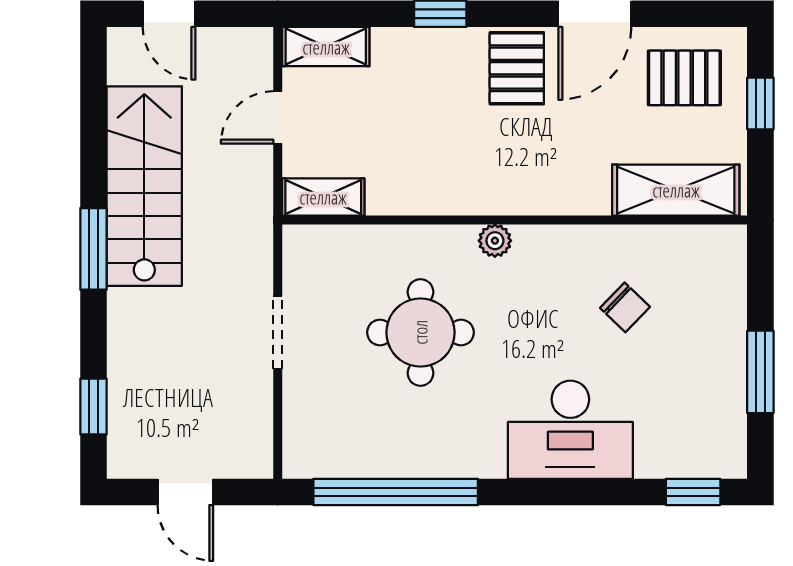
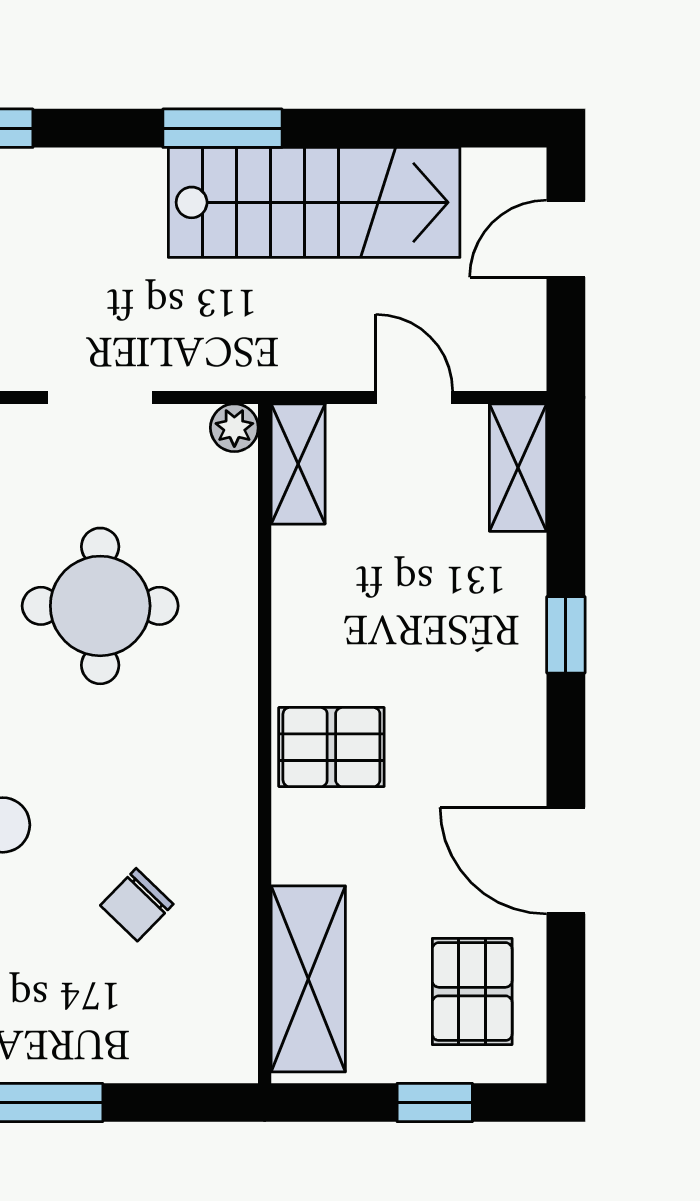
pallet: (517, 68) -> (331, 747), moved
plant: (495, 241) -> (234, 428), moved

